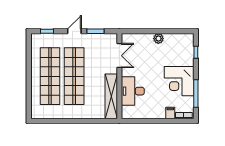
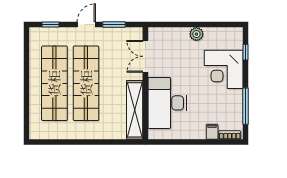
double door: (119, 56) -> (145, 56), swing flipped
corner desk: (179, 81) -> (224, 69), moved
desk: (133, 91) -> (167, 103), width x1.36, depth x1.30

